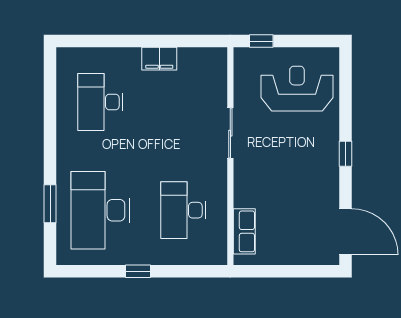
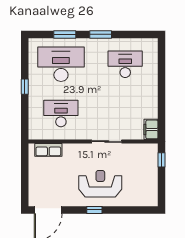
filing cabinet: (159, 59) -> (151, 129), moved
reception desk: (297, 89) -> (100, 184), moved, turned -90
window: (50, 143) -> (101, 34), added

